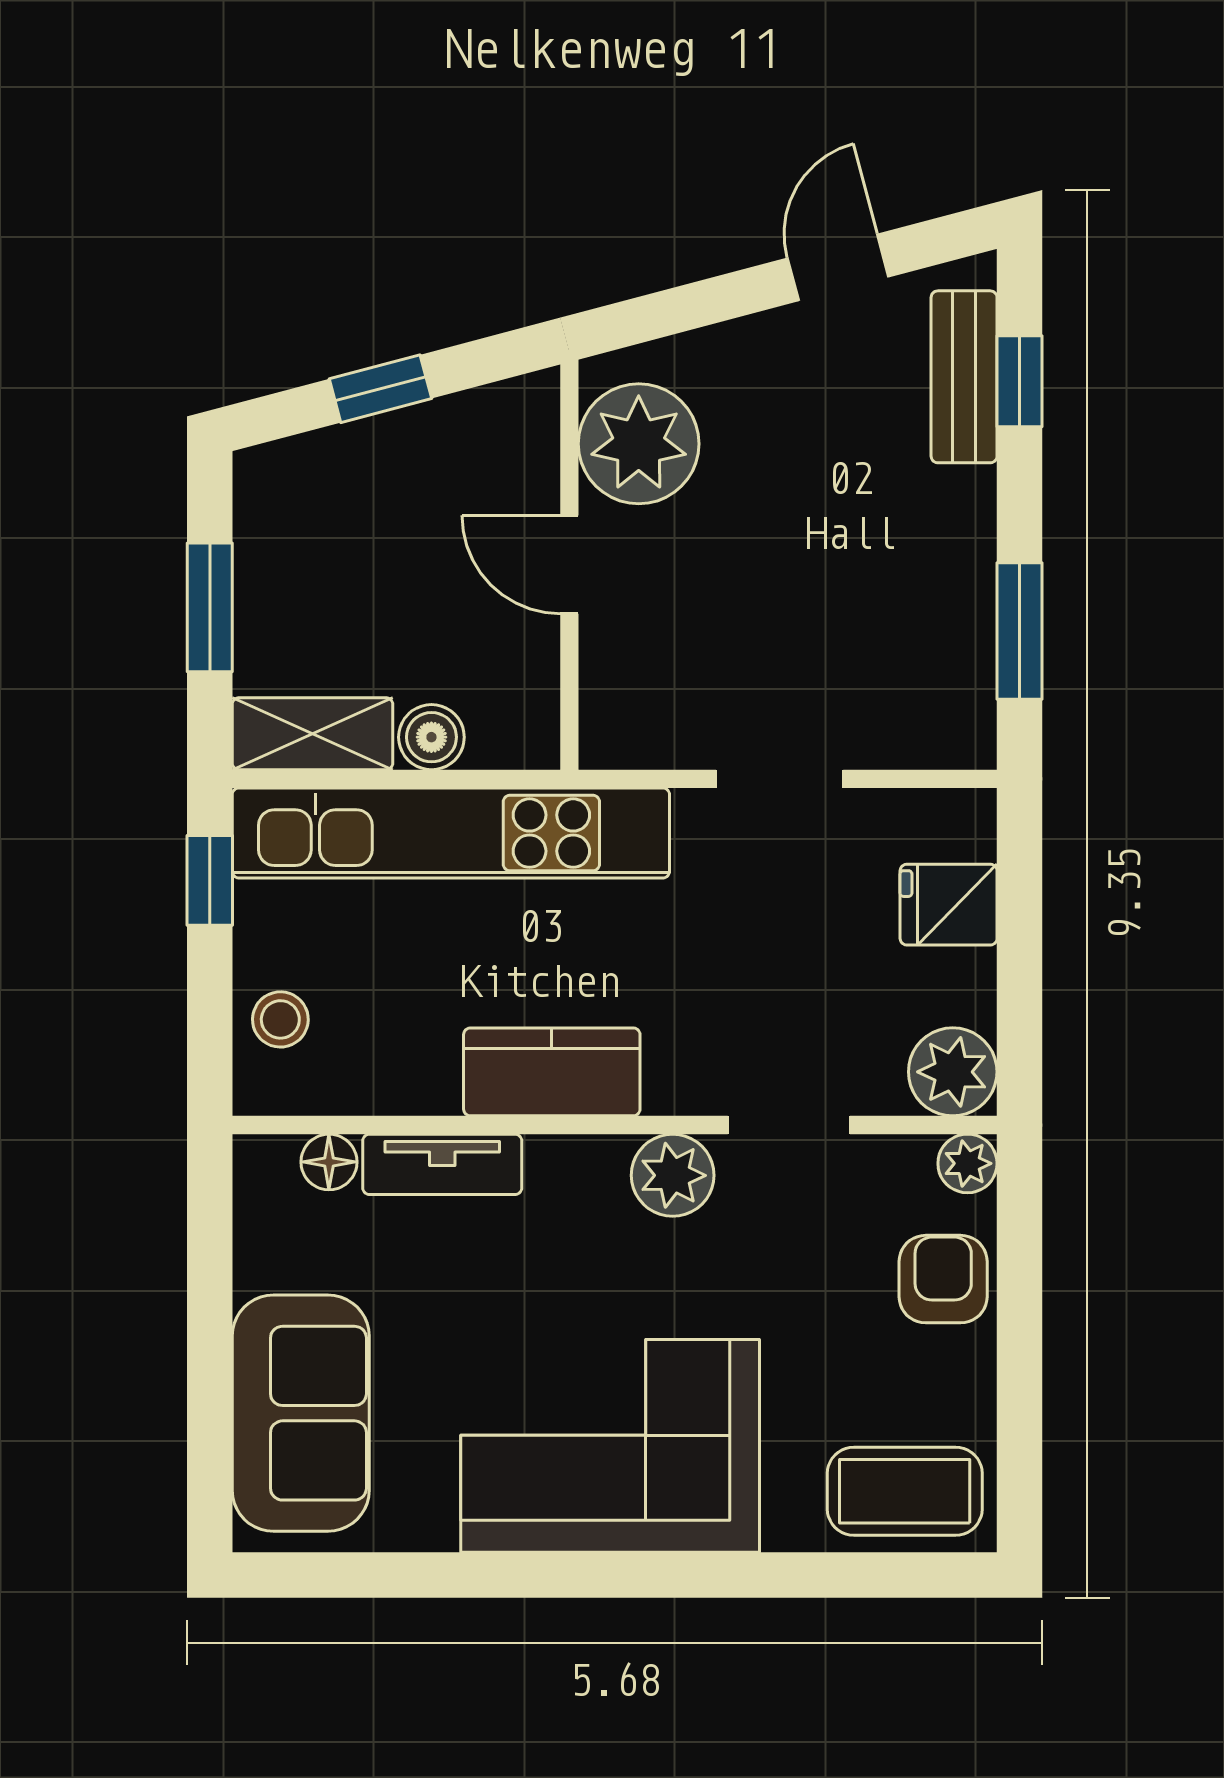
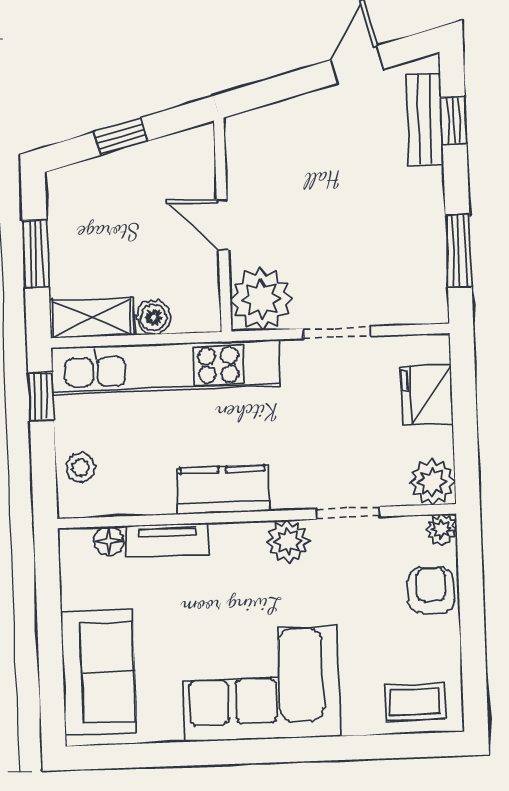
plant: (639, 444) -> (261, 299), moved
fridge: (949, 905) -> (427, 395), width x1.38
coffee table: (905, 1491) -> (415, 702), width x0.73, depth x0.77

